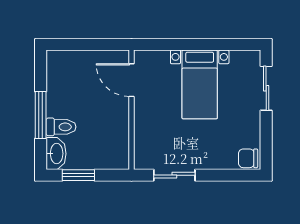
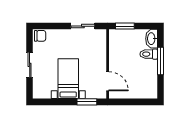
window: (167, 45) -> (87, 102), added
sliding door: (266, 88) -> (30, 65), moved
window: (78, 175) -> (125, 26), moved

